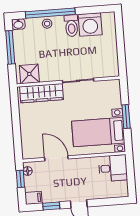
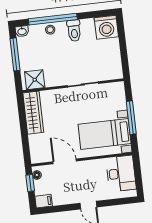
washing machine: (90, 25) -> (106, 27), moved
wardrobe: (41, 93) -> (33, 113), moved, turned -90
window: (126, 117) -> (131, 118), width x1.44
desk: (113, 168) -> (121, 173), width x1.37
window: (51, 206) -> (61, 208), removed

